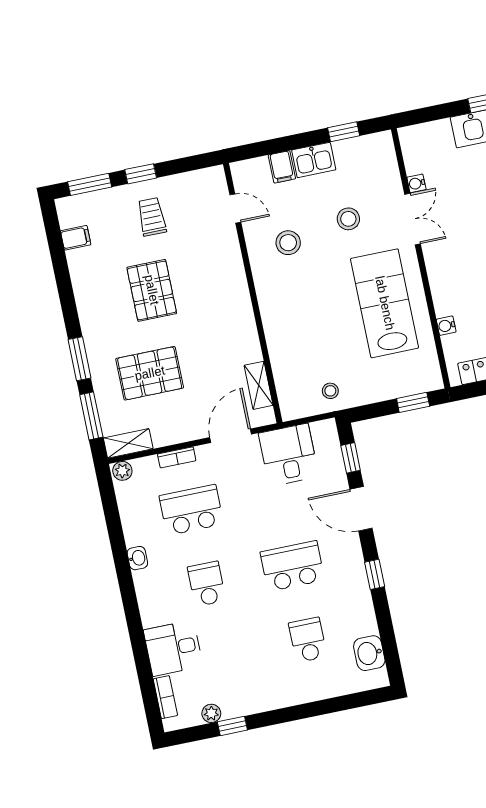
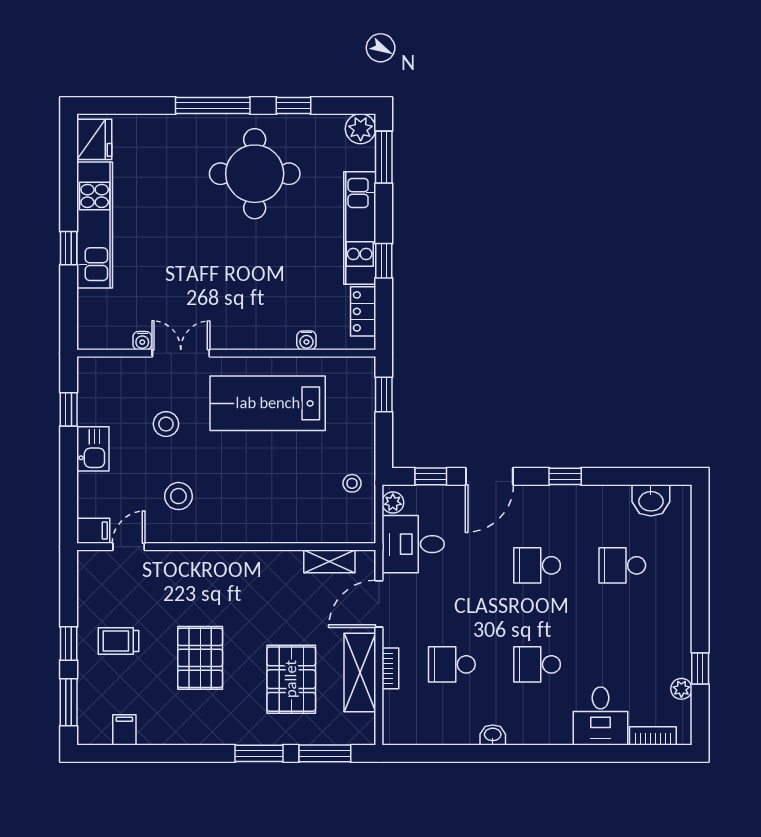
filing cabinet: (282, 167) -> (93, 530), moved
pallet: (152, 290) -> (200, 658), turned 90
door: (231, 436) -> (379, 604), hinge flipped
shelving: (128, 443) -> (360, 672), moved, width x1.50, depth x1.33
plant: (122, 471) -> (393, 502), moved
school desk: (191, 510) -> (452, 664), width x0.54
school desk: (292, 566) -> (537, 565), width x0.54

